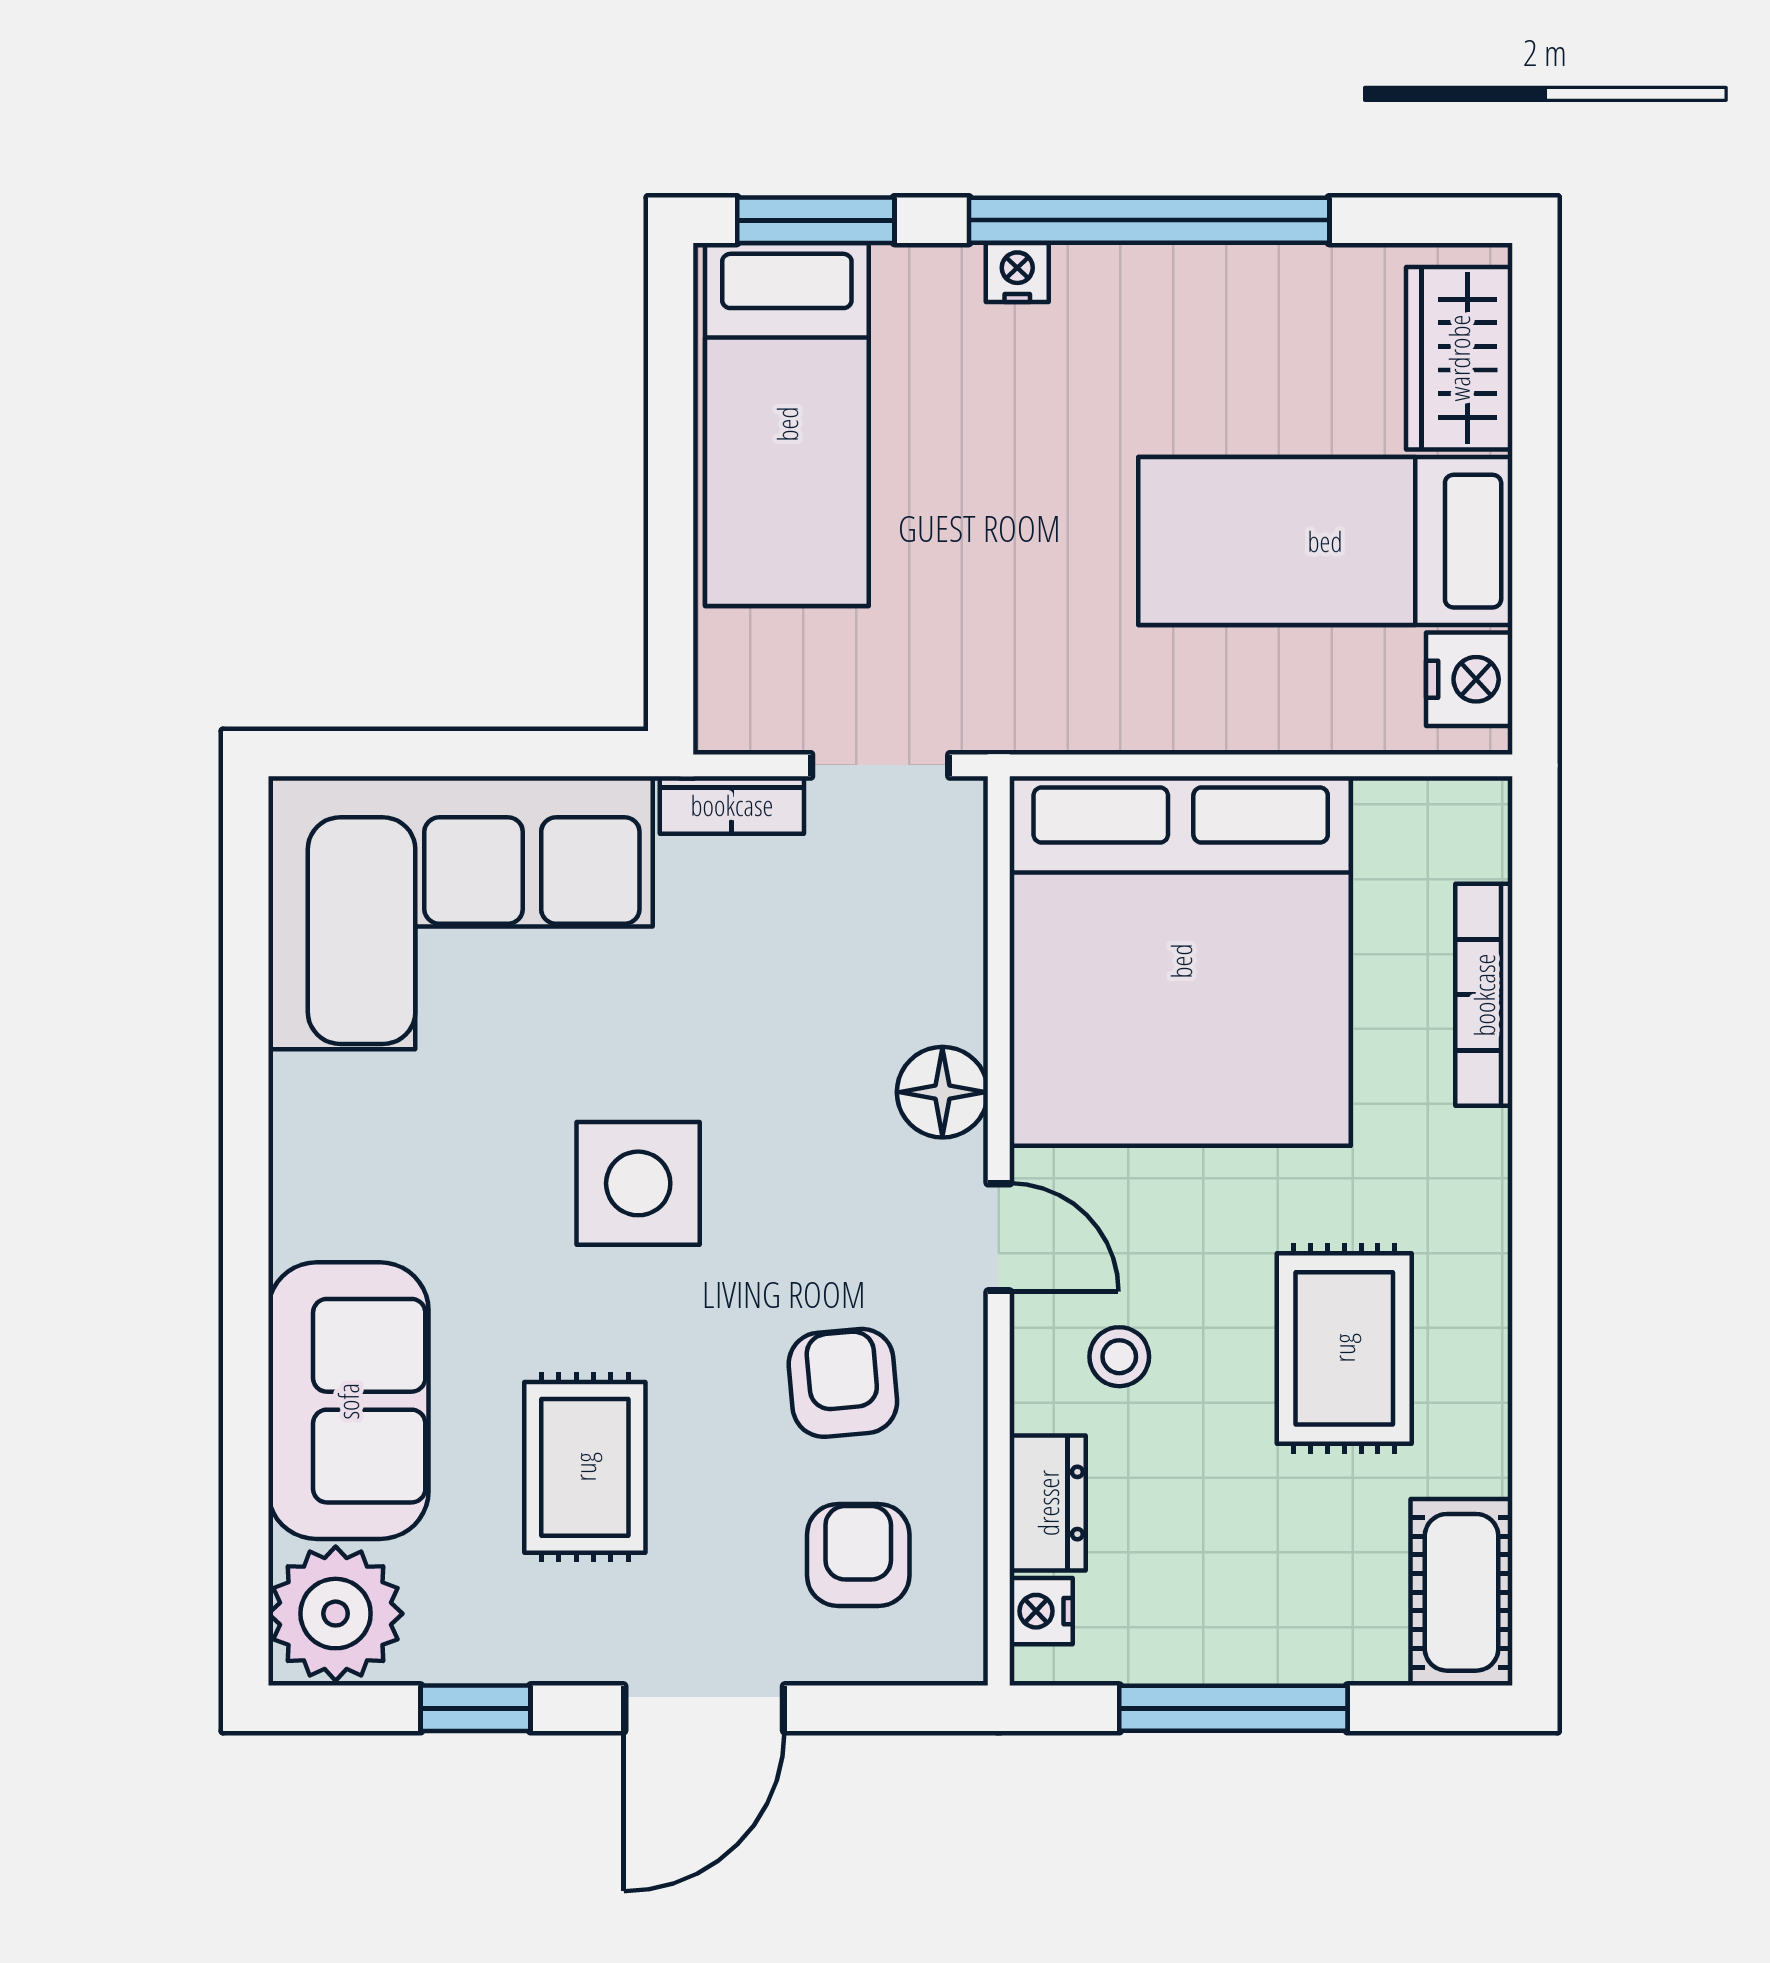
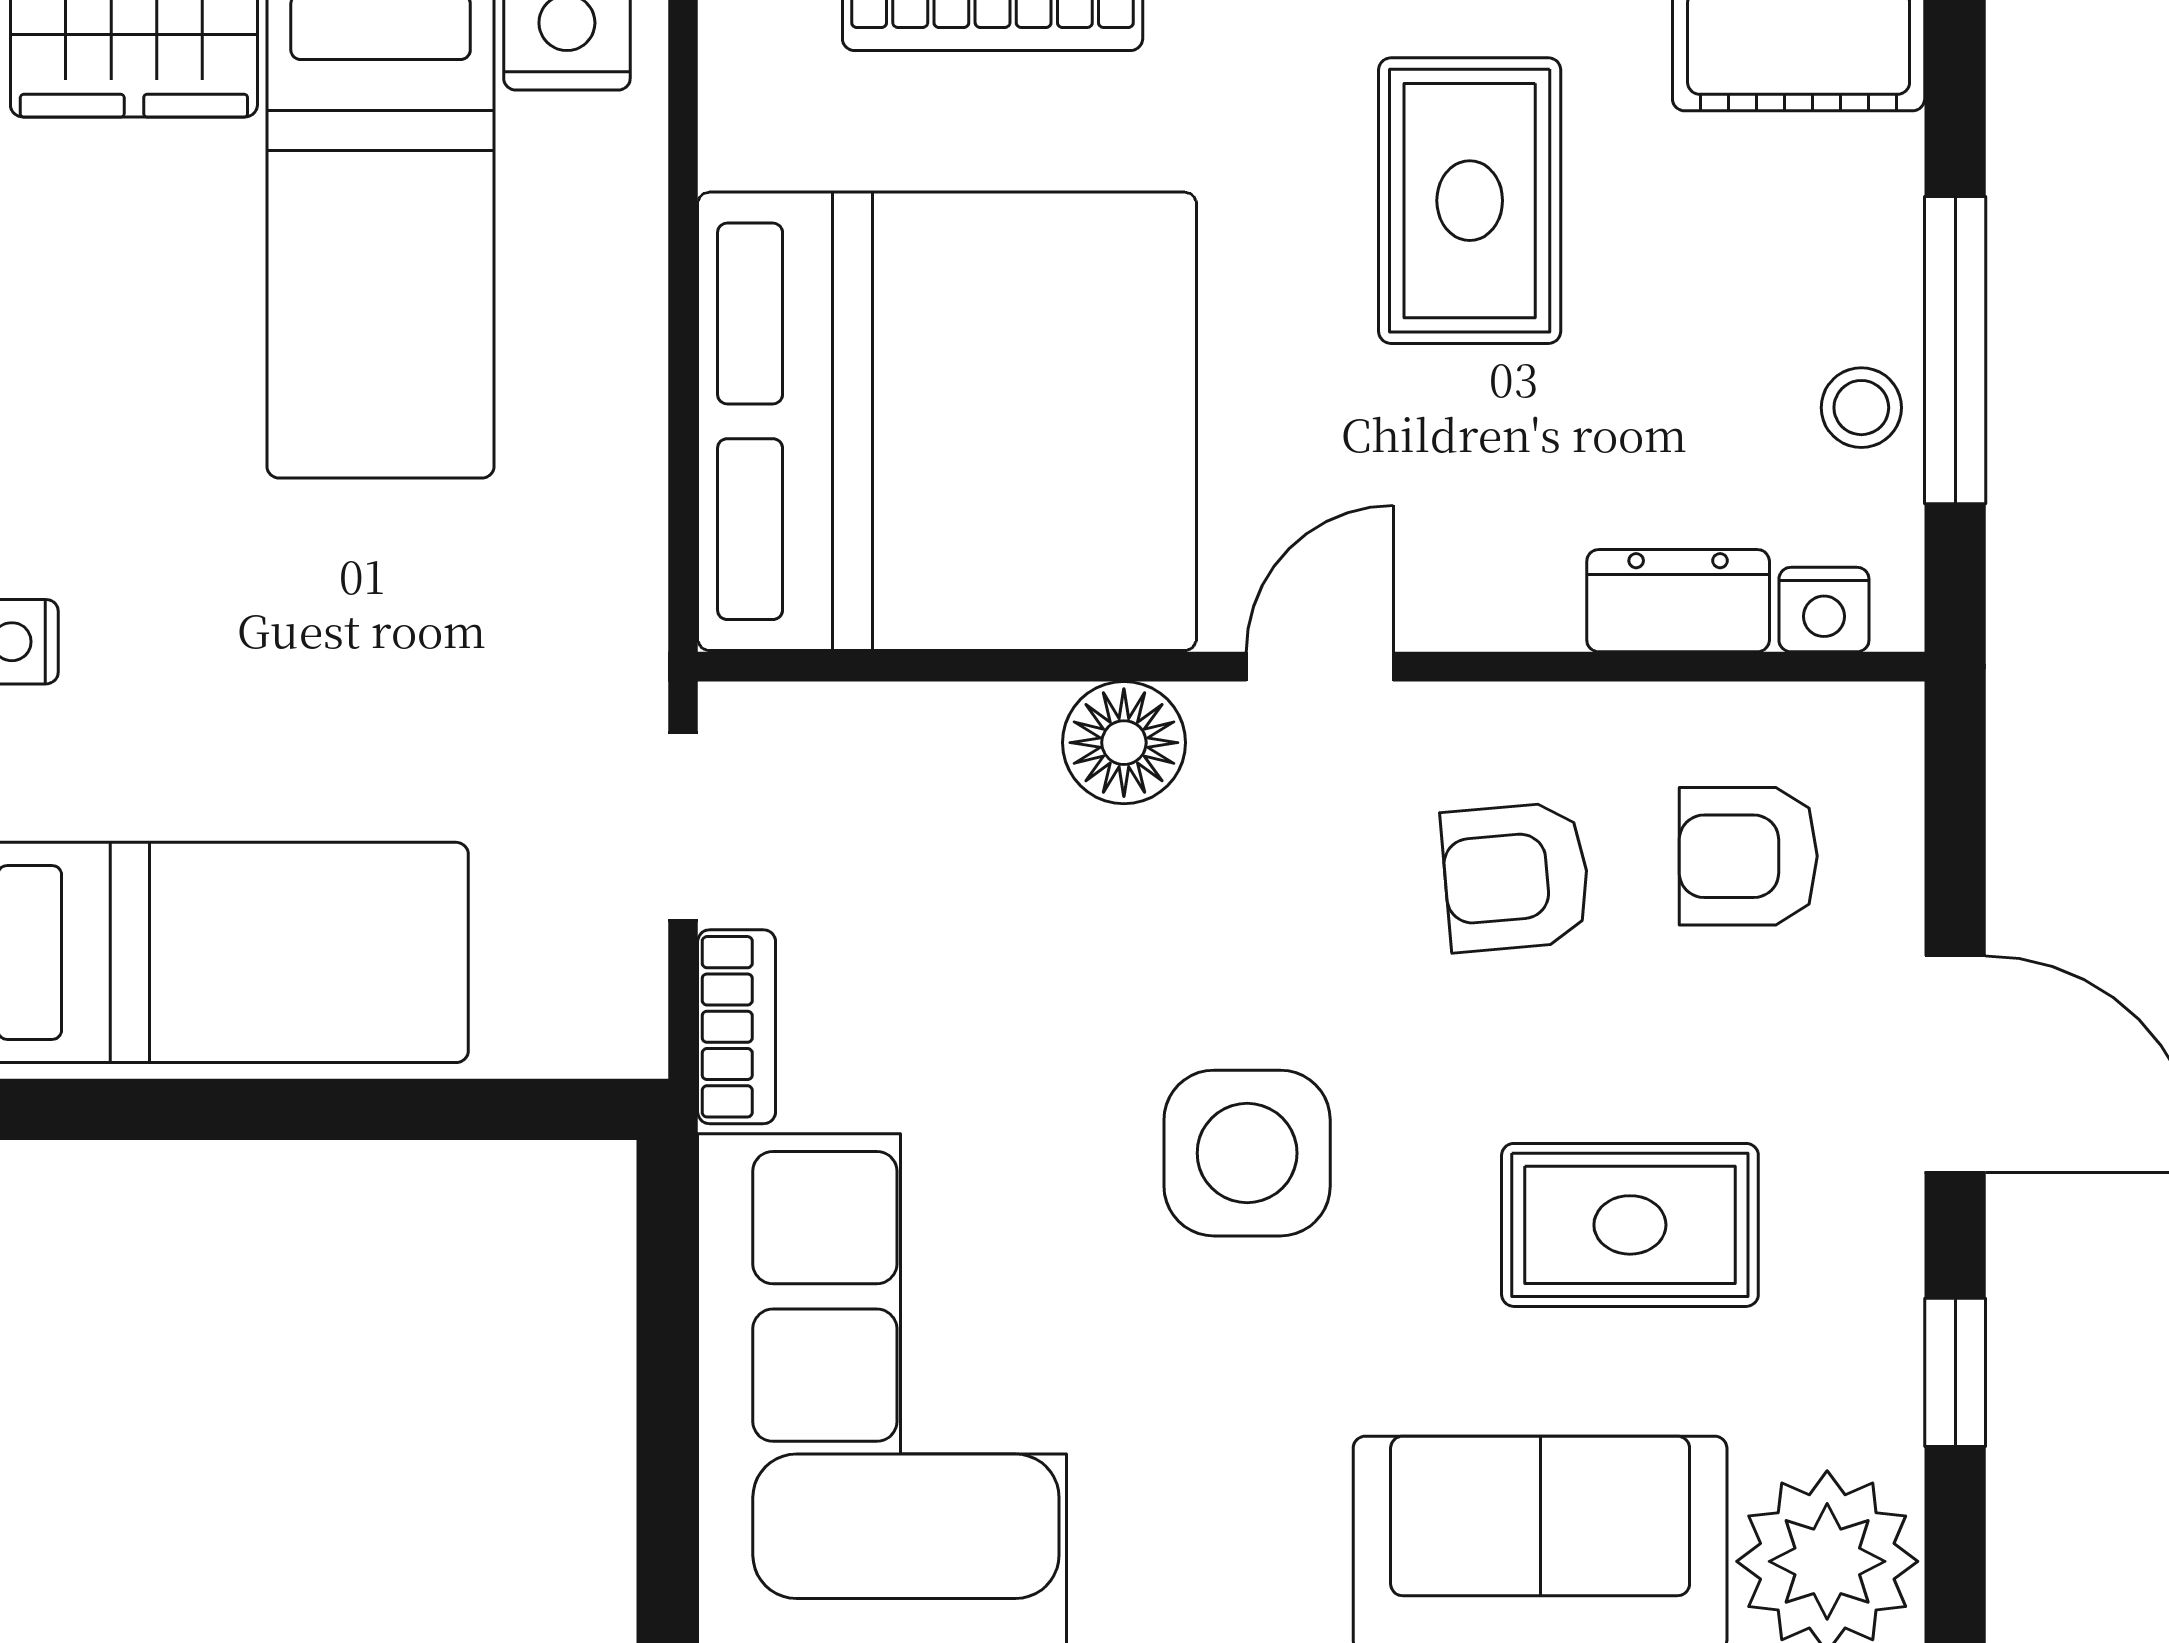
rug: (1344, 1348) -> (1470, 201), turned 90
stool: (1119, 1357) -> (1861, 408), moved

